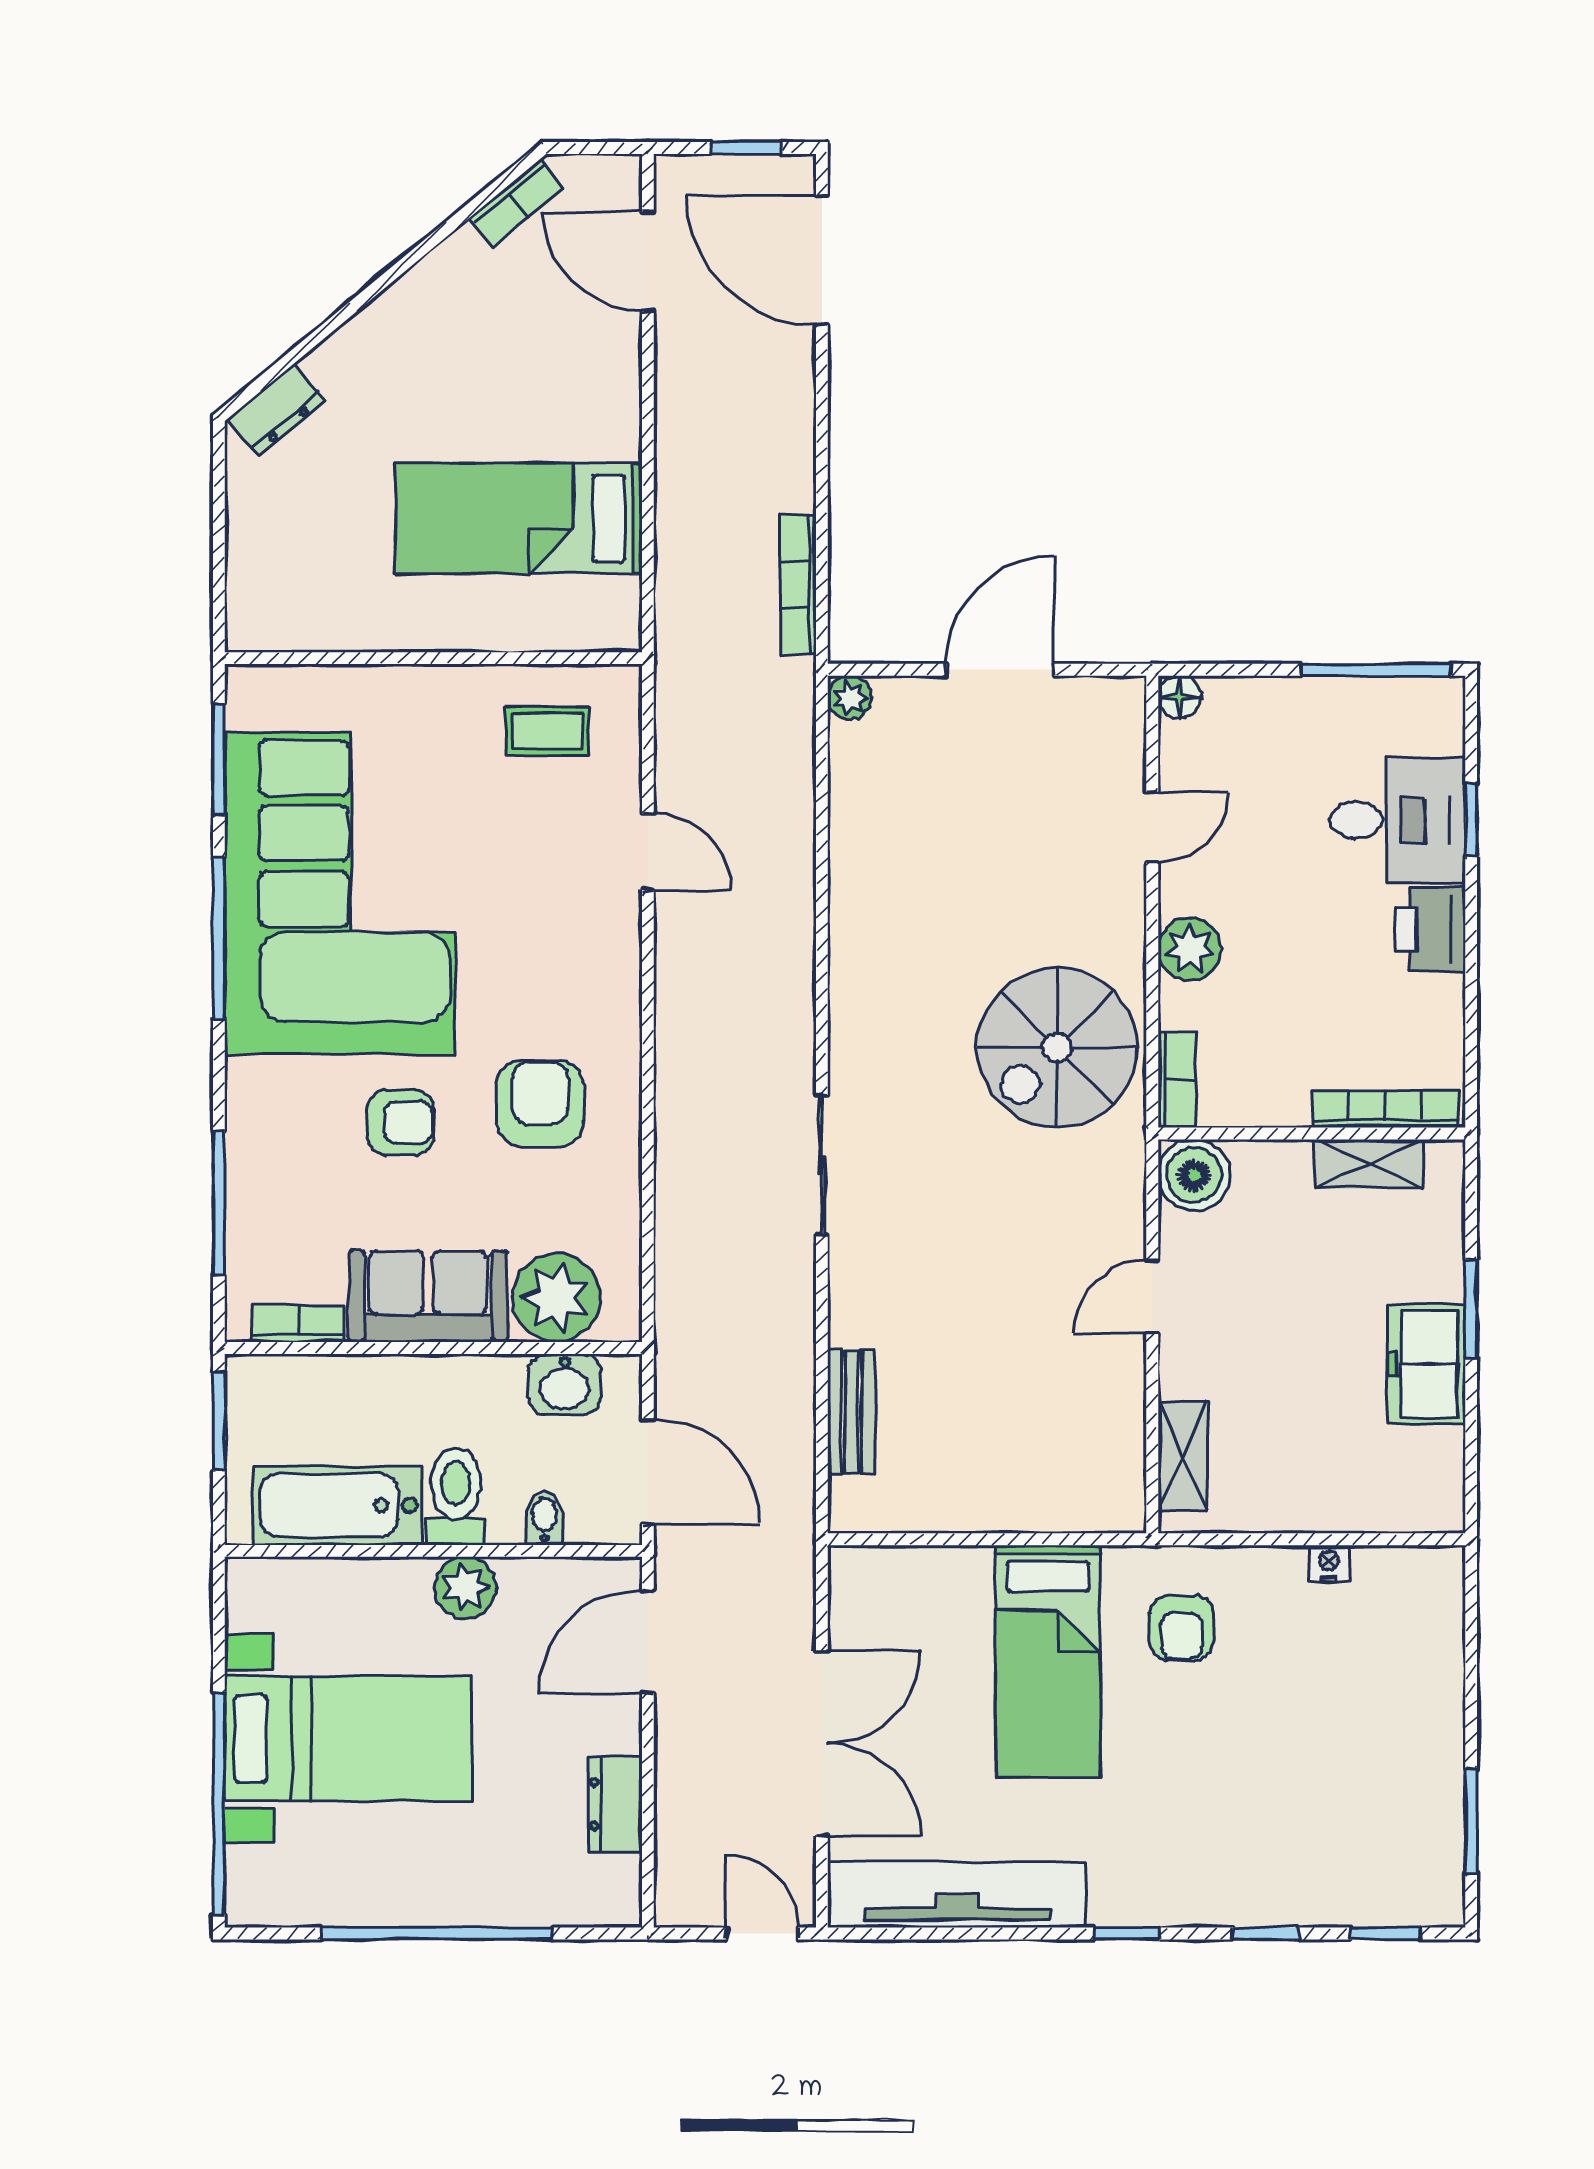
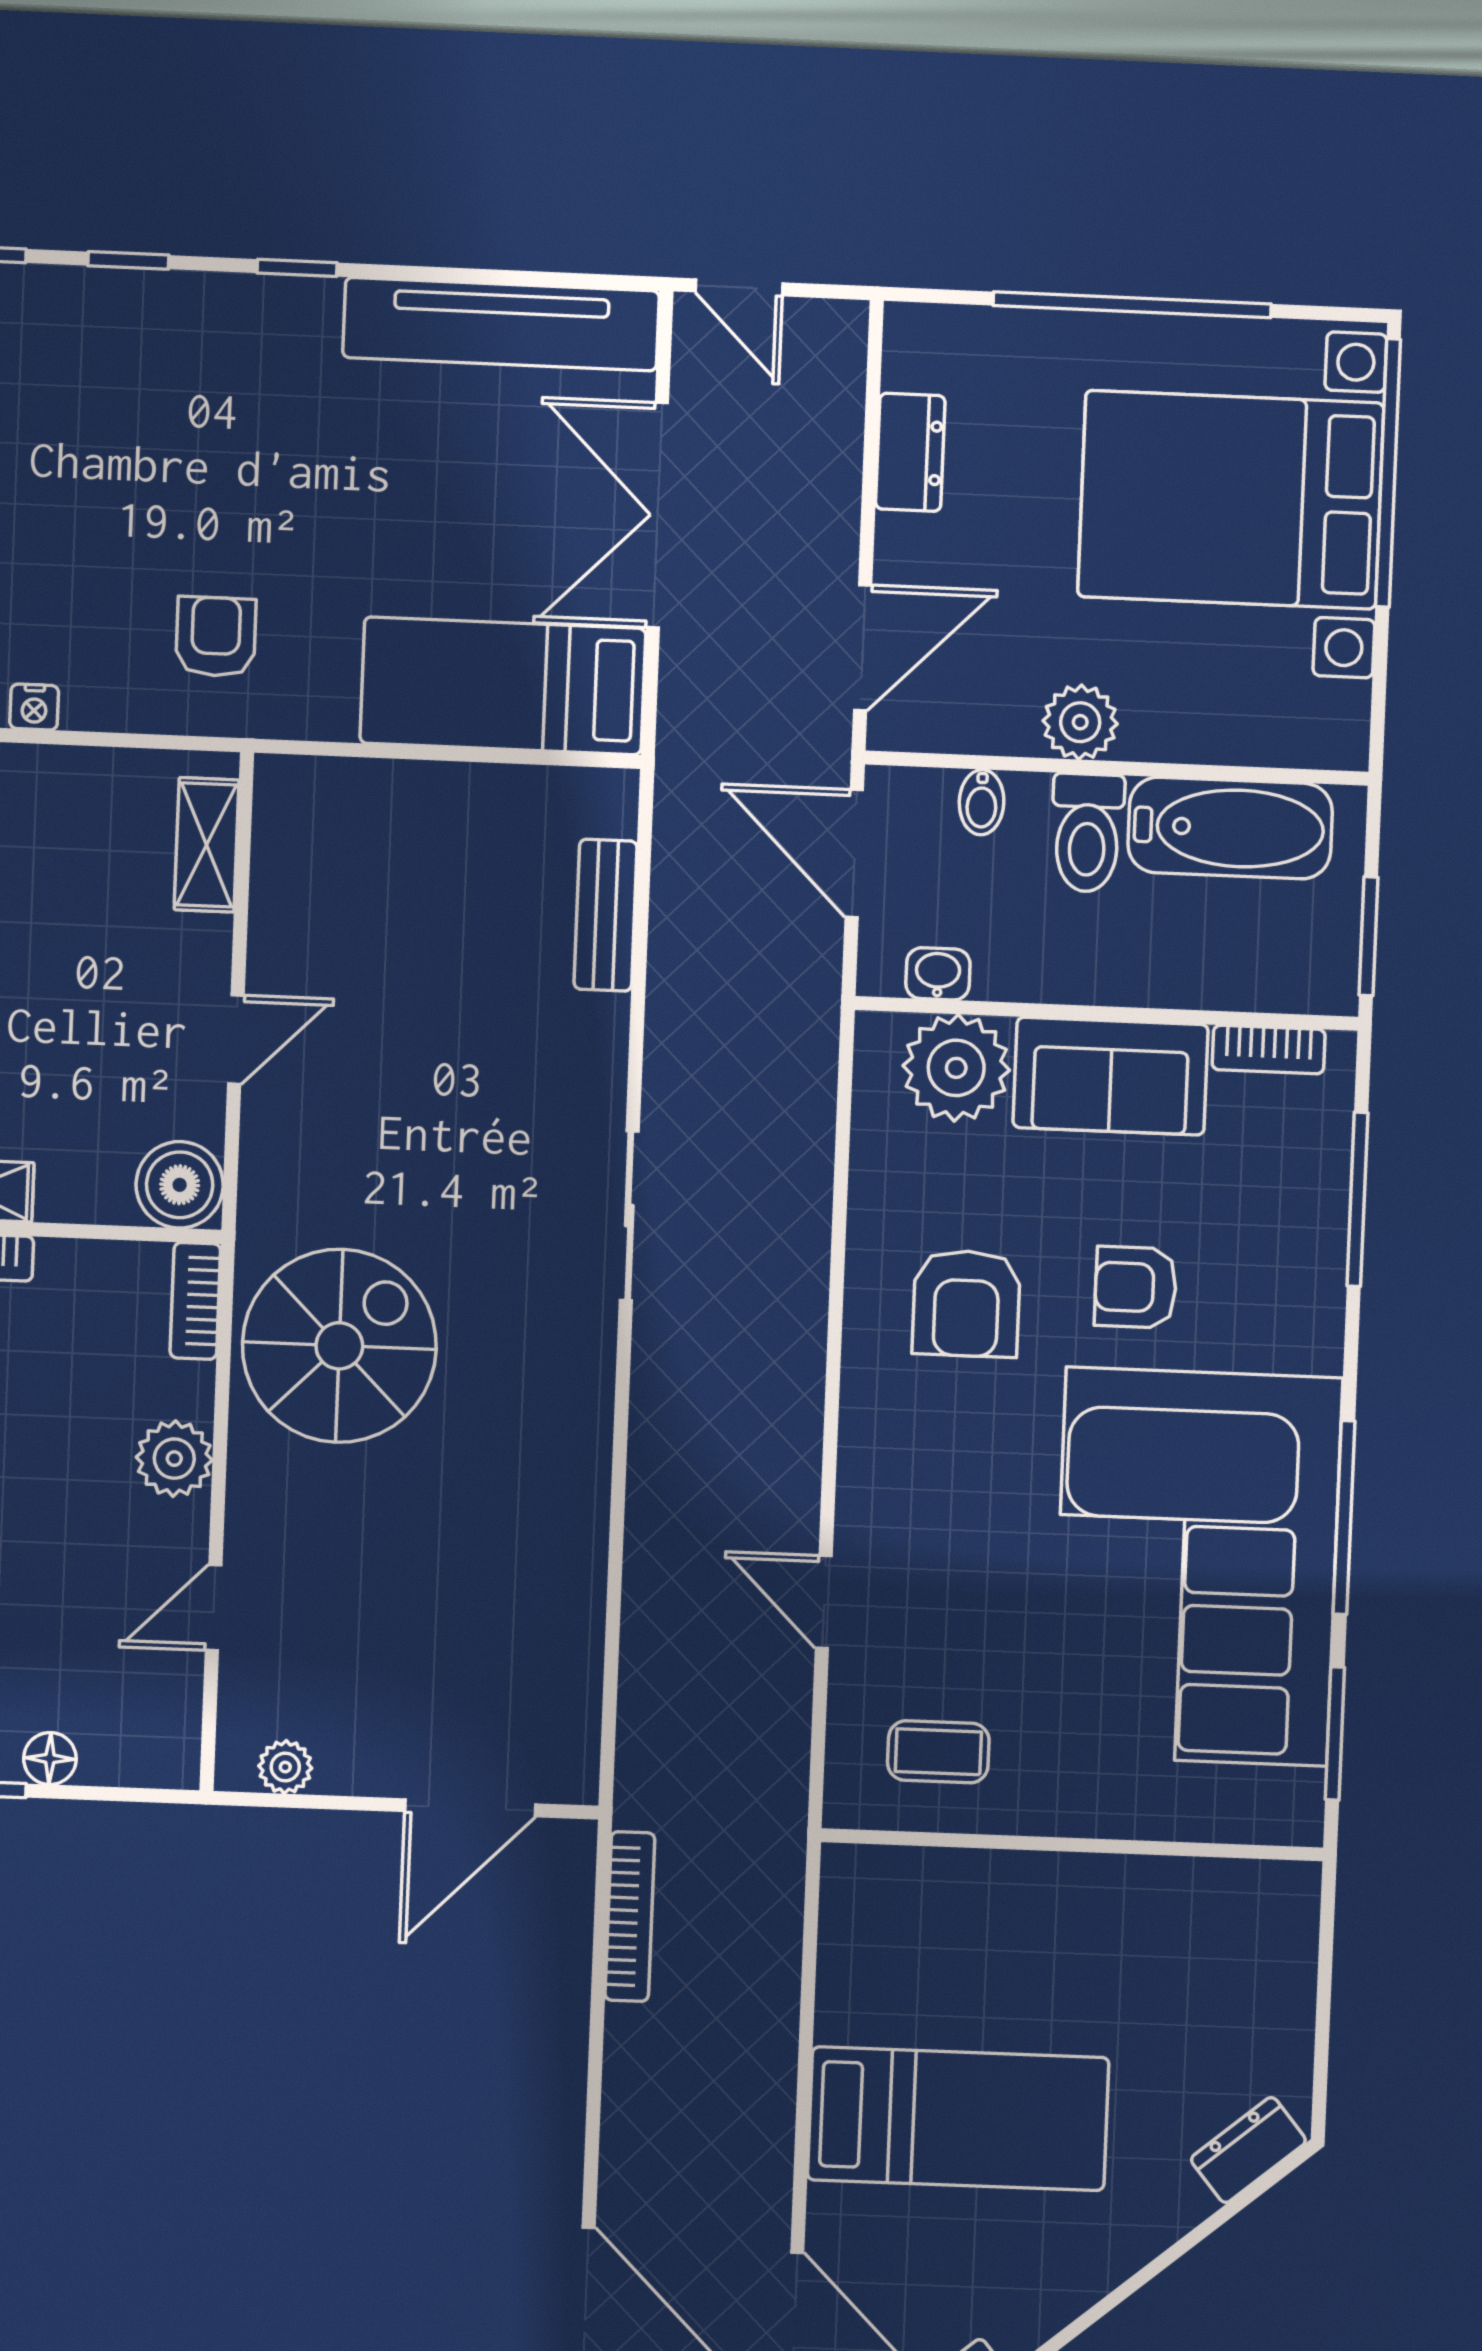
bed: (519, 519) -> (958, 2119), moved
door: (1000, 670) -> (470, 1808), moved
floor lamp: (1180, 697) -> (50, 1759), moved
plant: (850, 698) -> (285, 1767), moved
washbasin: (565, 1384) -> (938, 974), width x0.72, depth x0.69
bed: (1048, 1661) -> (503, 686), moved, turned -90
bed with nightstands: (348, 1739) -> (1231, 500), width x1.36

